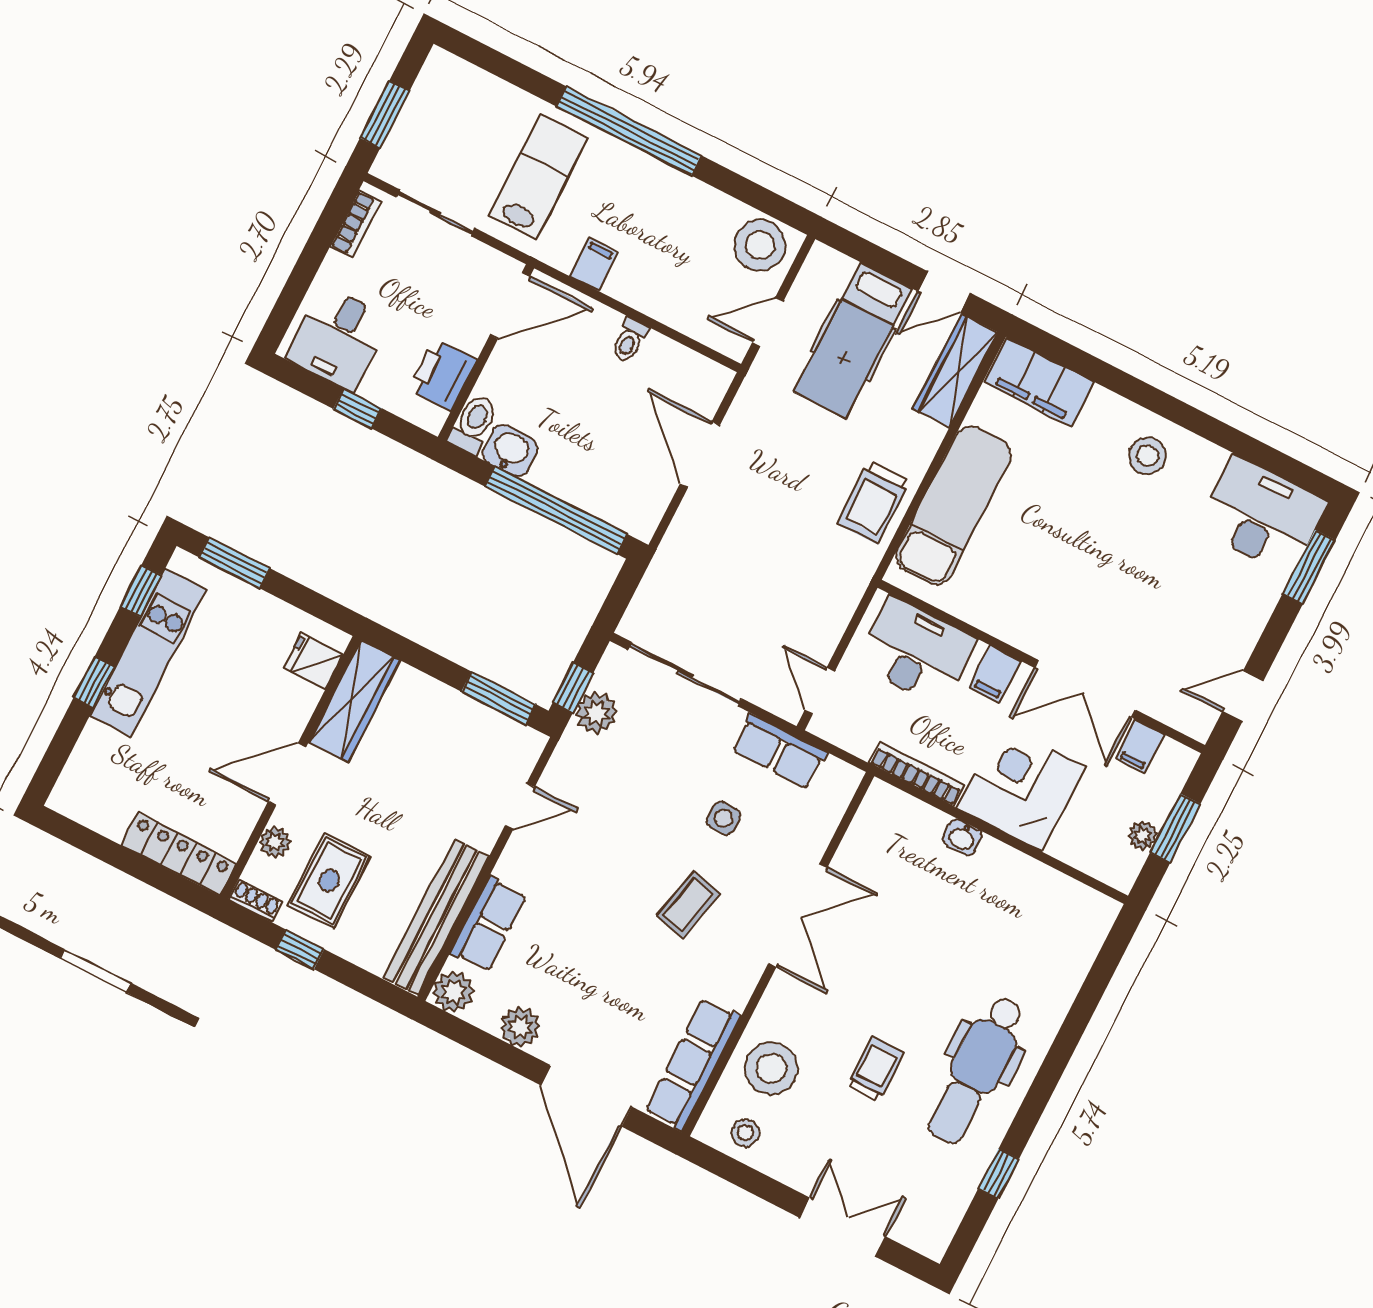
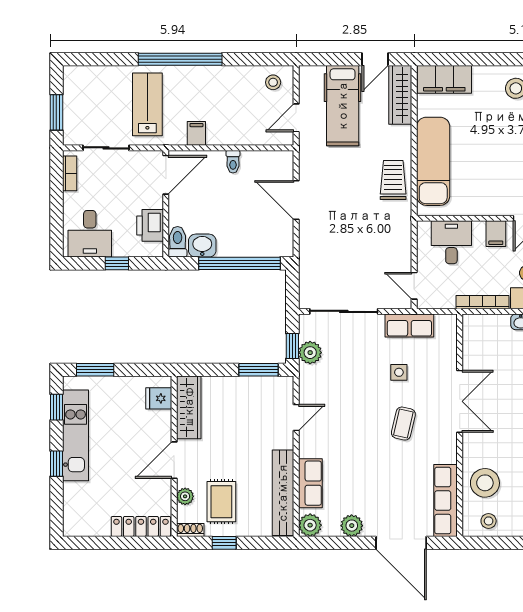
stool: (760, 245) -> (273, 82), width x0.53, depth x0.53
trolley: (873, 502) -> (393, 180), turned 180
desk: (916, 651) -> (451, 242), width x0.73

